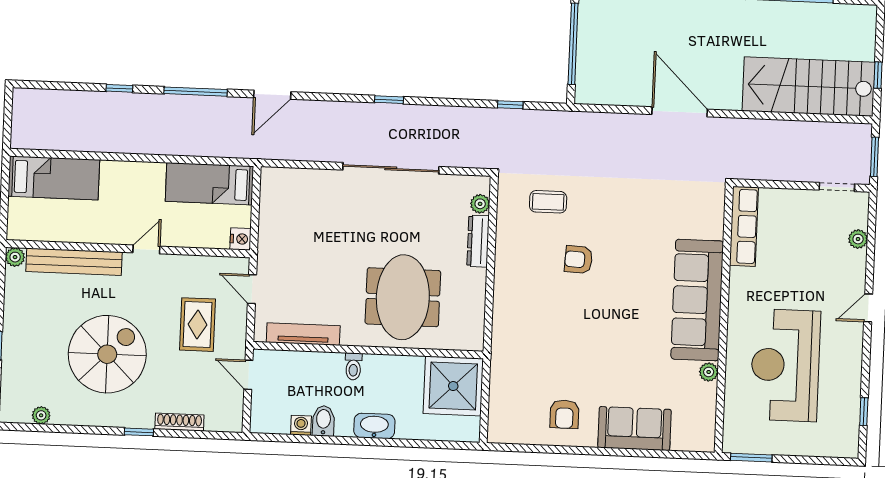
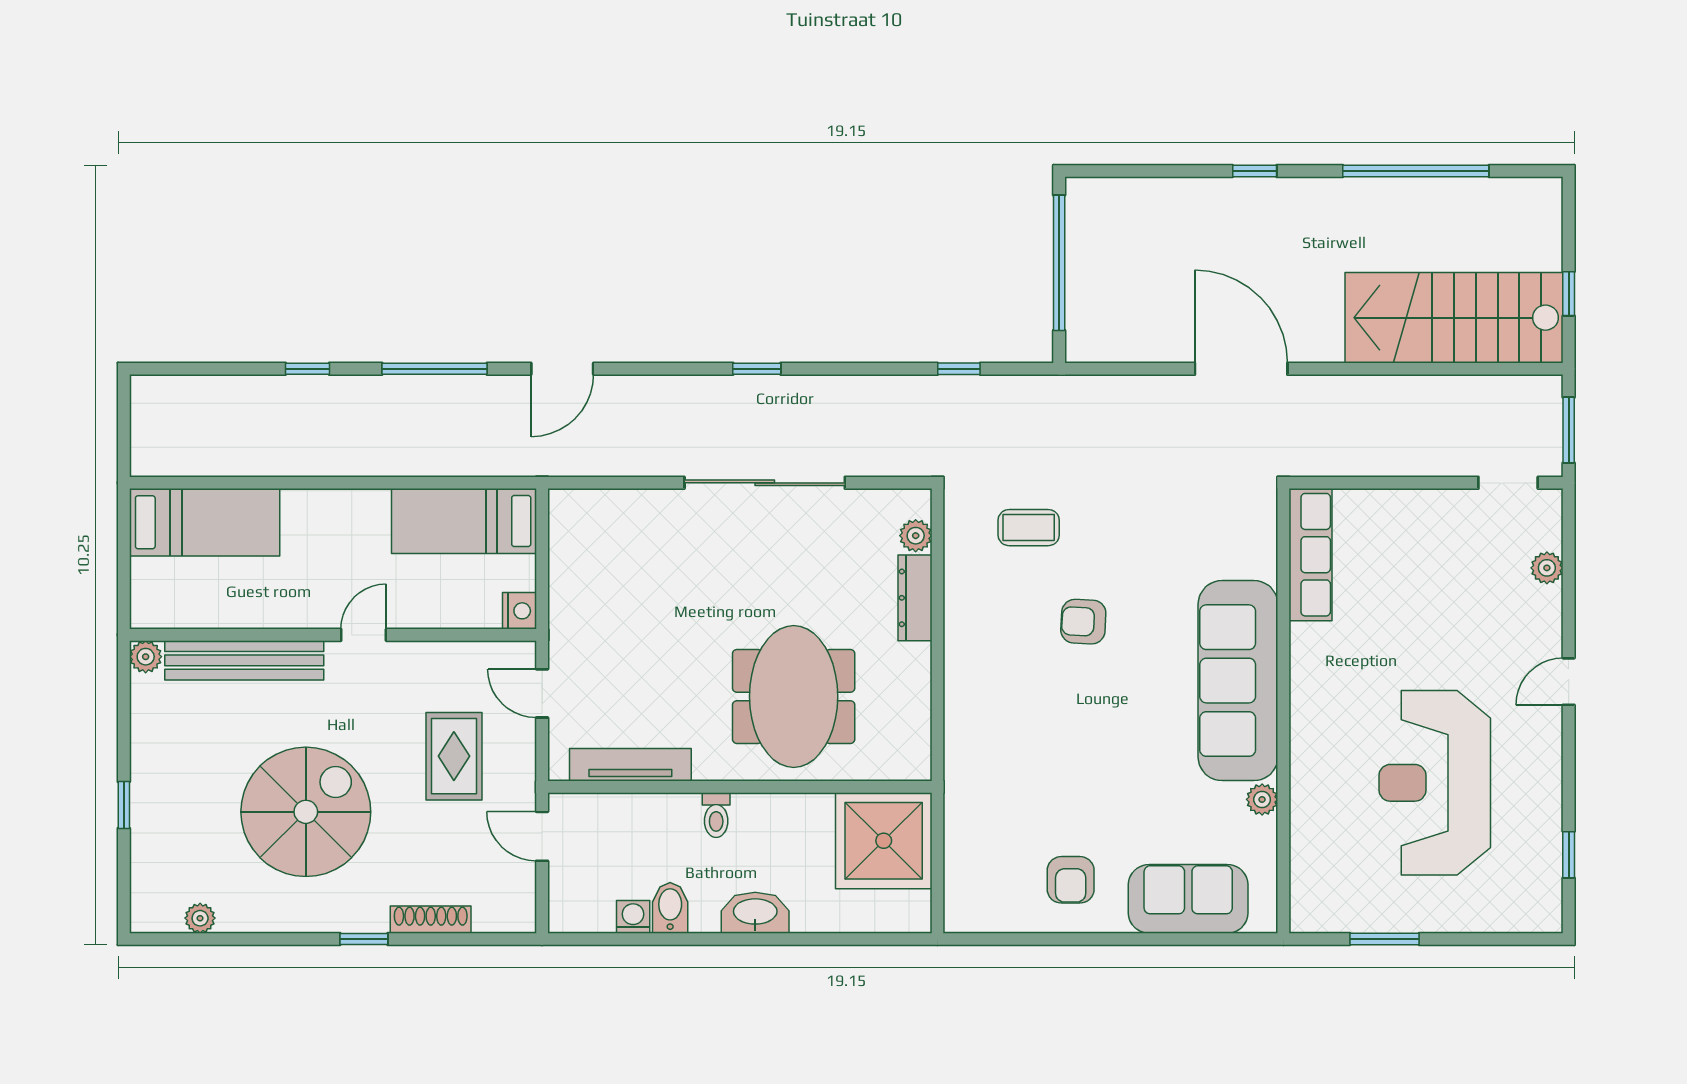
row of seats: (744, 226) -> (1311, 555), moved
sofa: (697, 300) -> (1238, 681), moved
wall: (724, 319) -> (1283, 711), moved
plant: (709, 372) -> (1262, 799), moved

